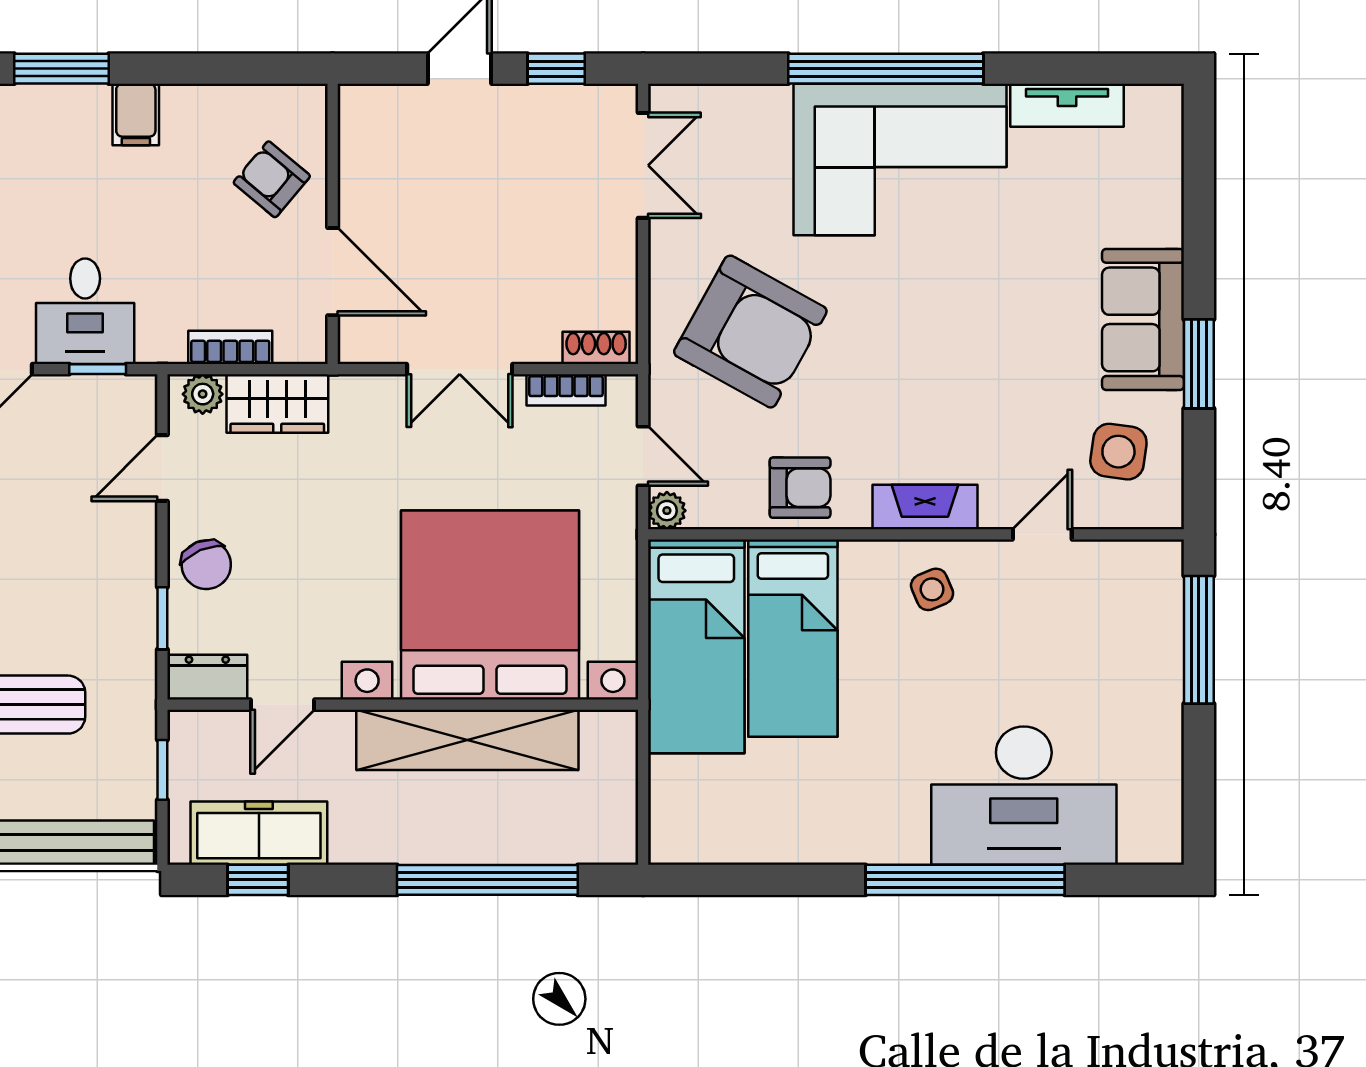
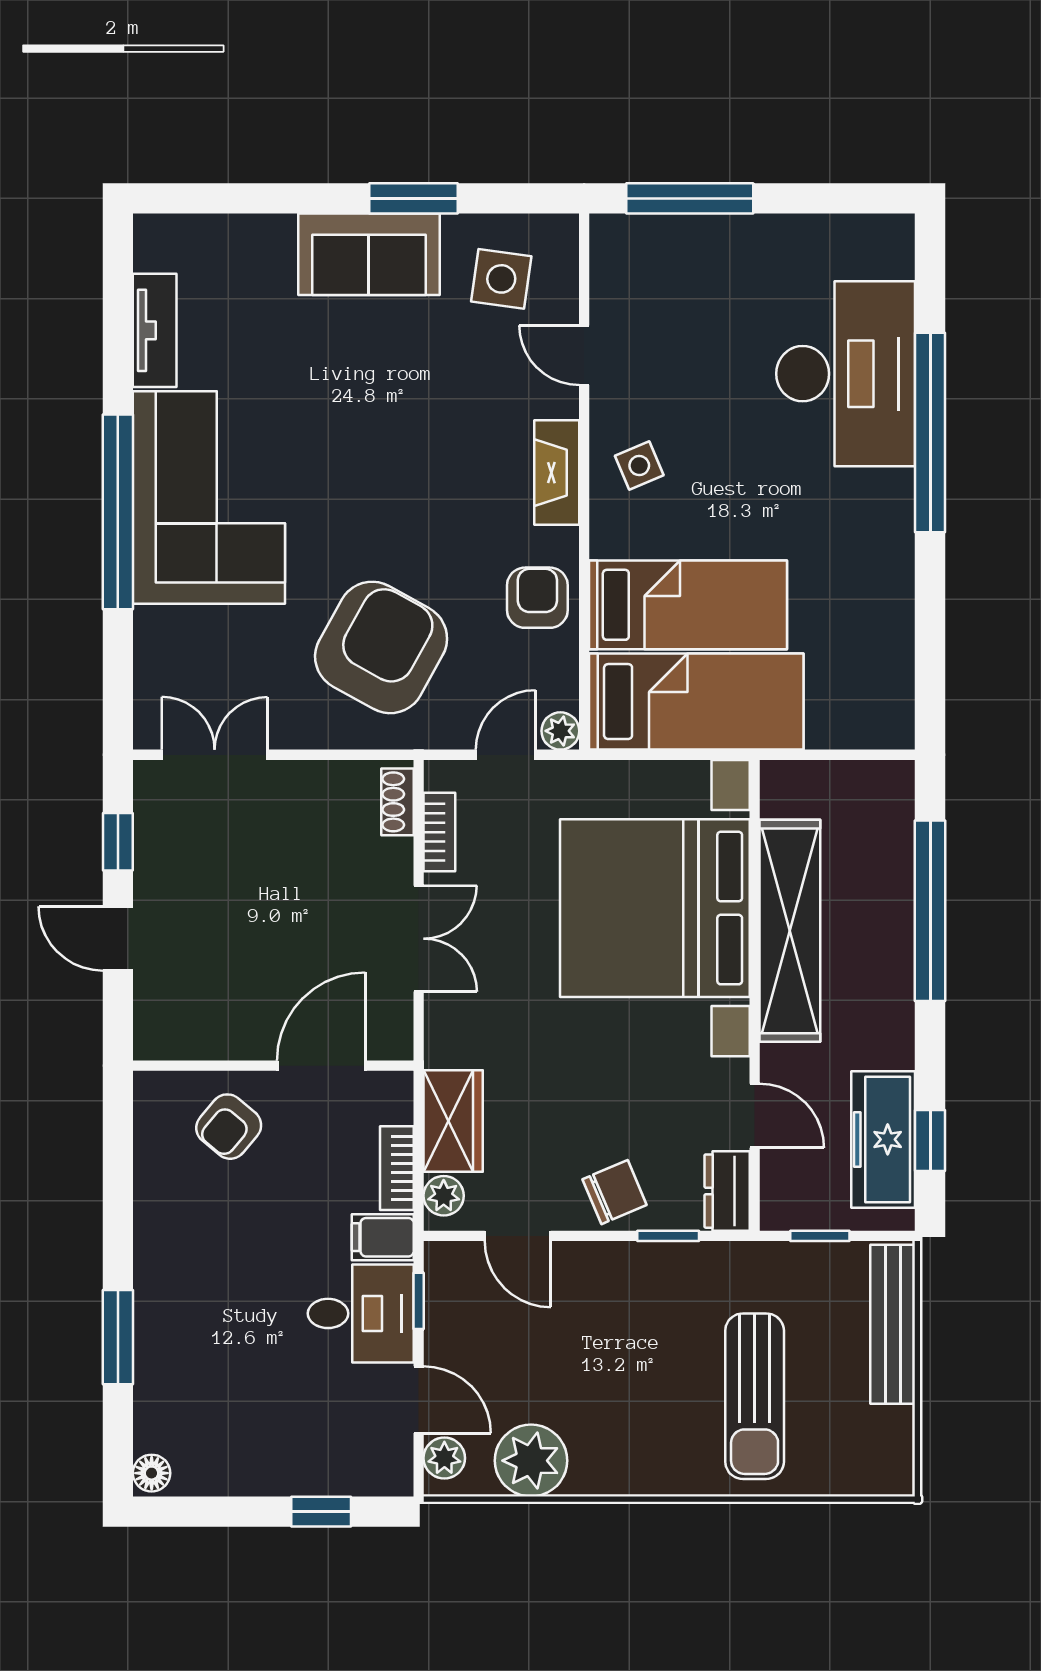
filing cabinet: (136, 115) -> (383, 1237), moved, turned 180

